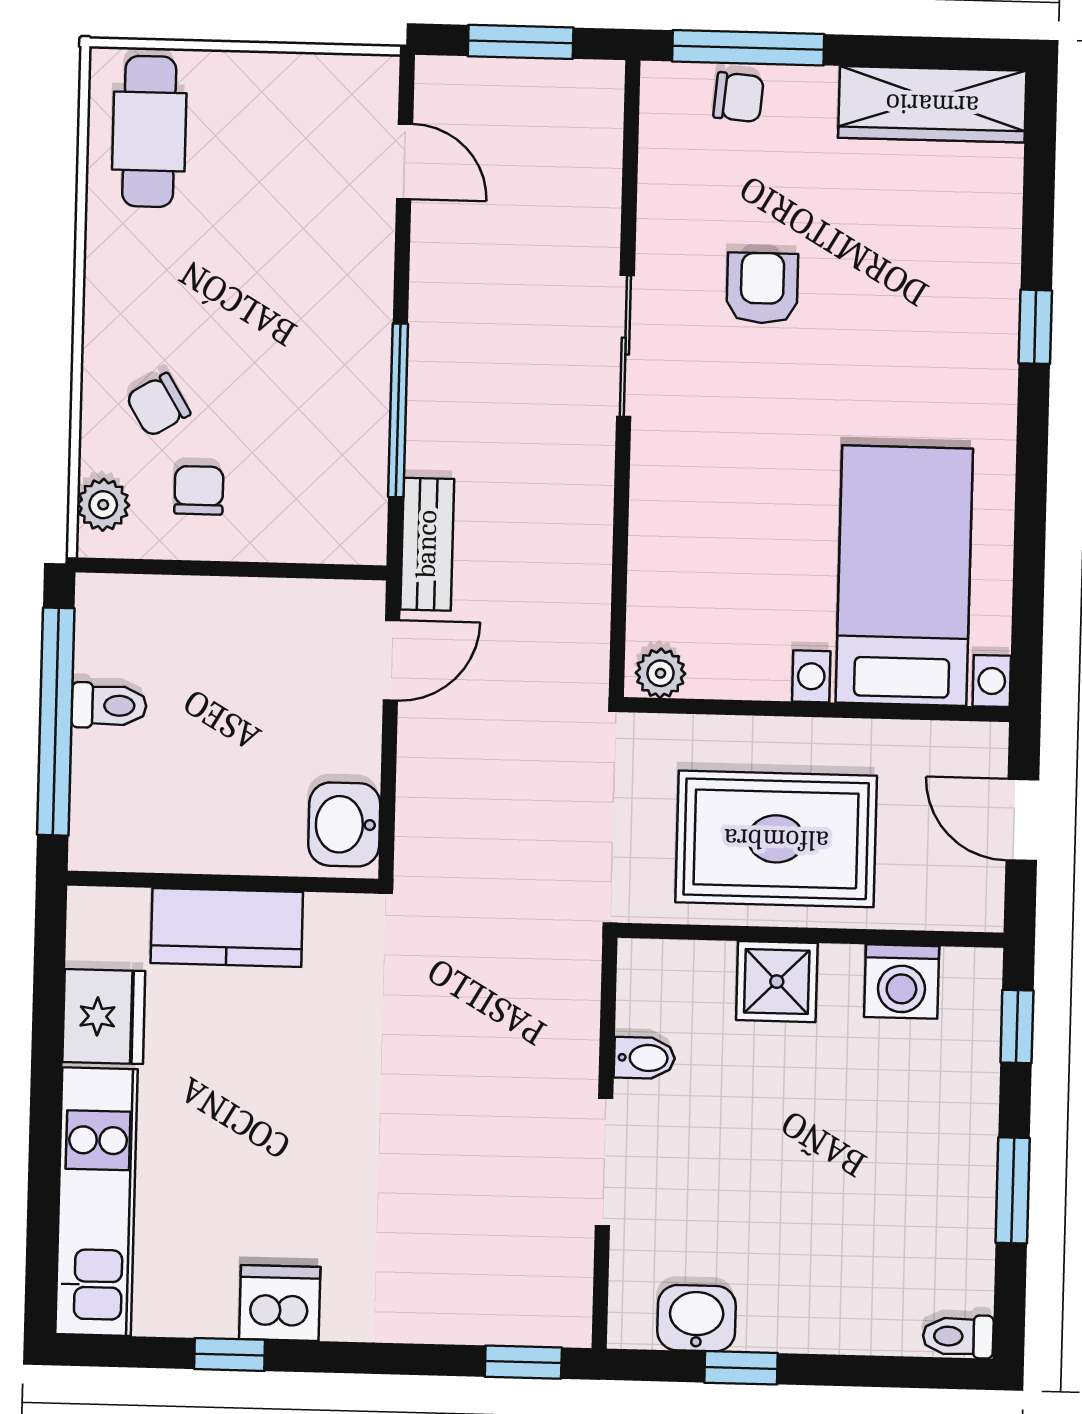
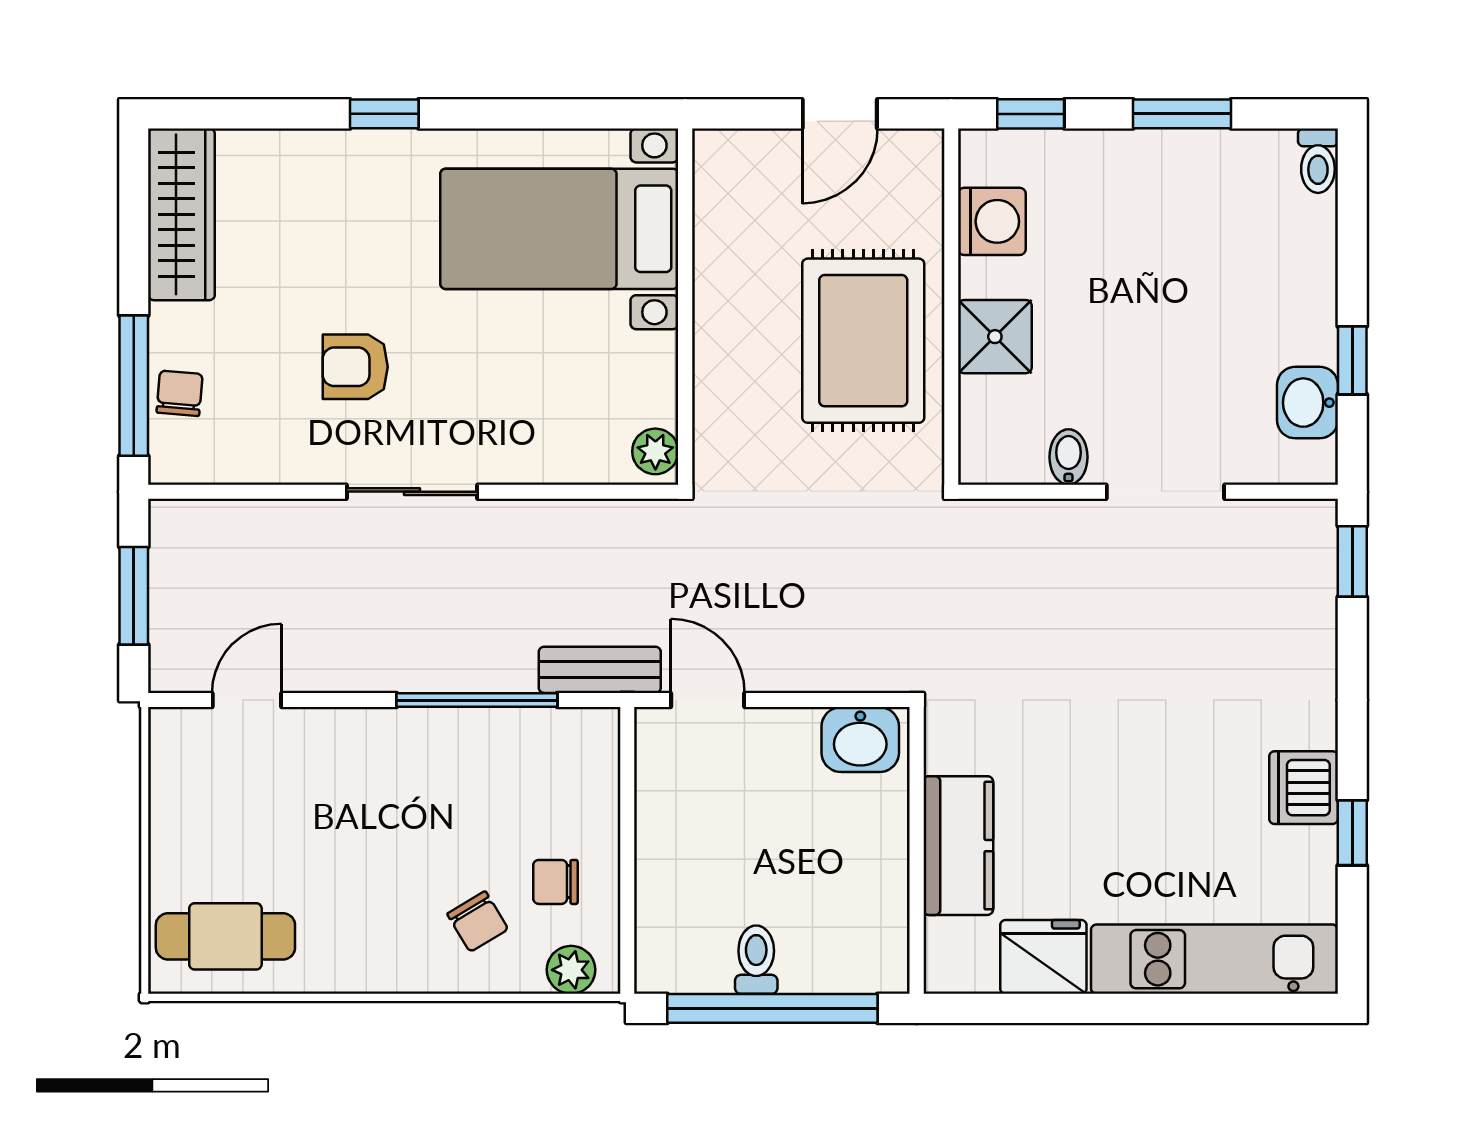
bed with nightstands: (904, 576) -> (559, 229), moved
plant: (660, 673) -> (655, 451), moved
wall: (816, 710) -> (685, 307), moved

